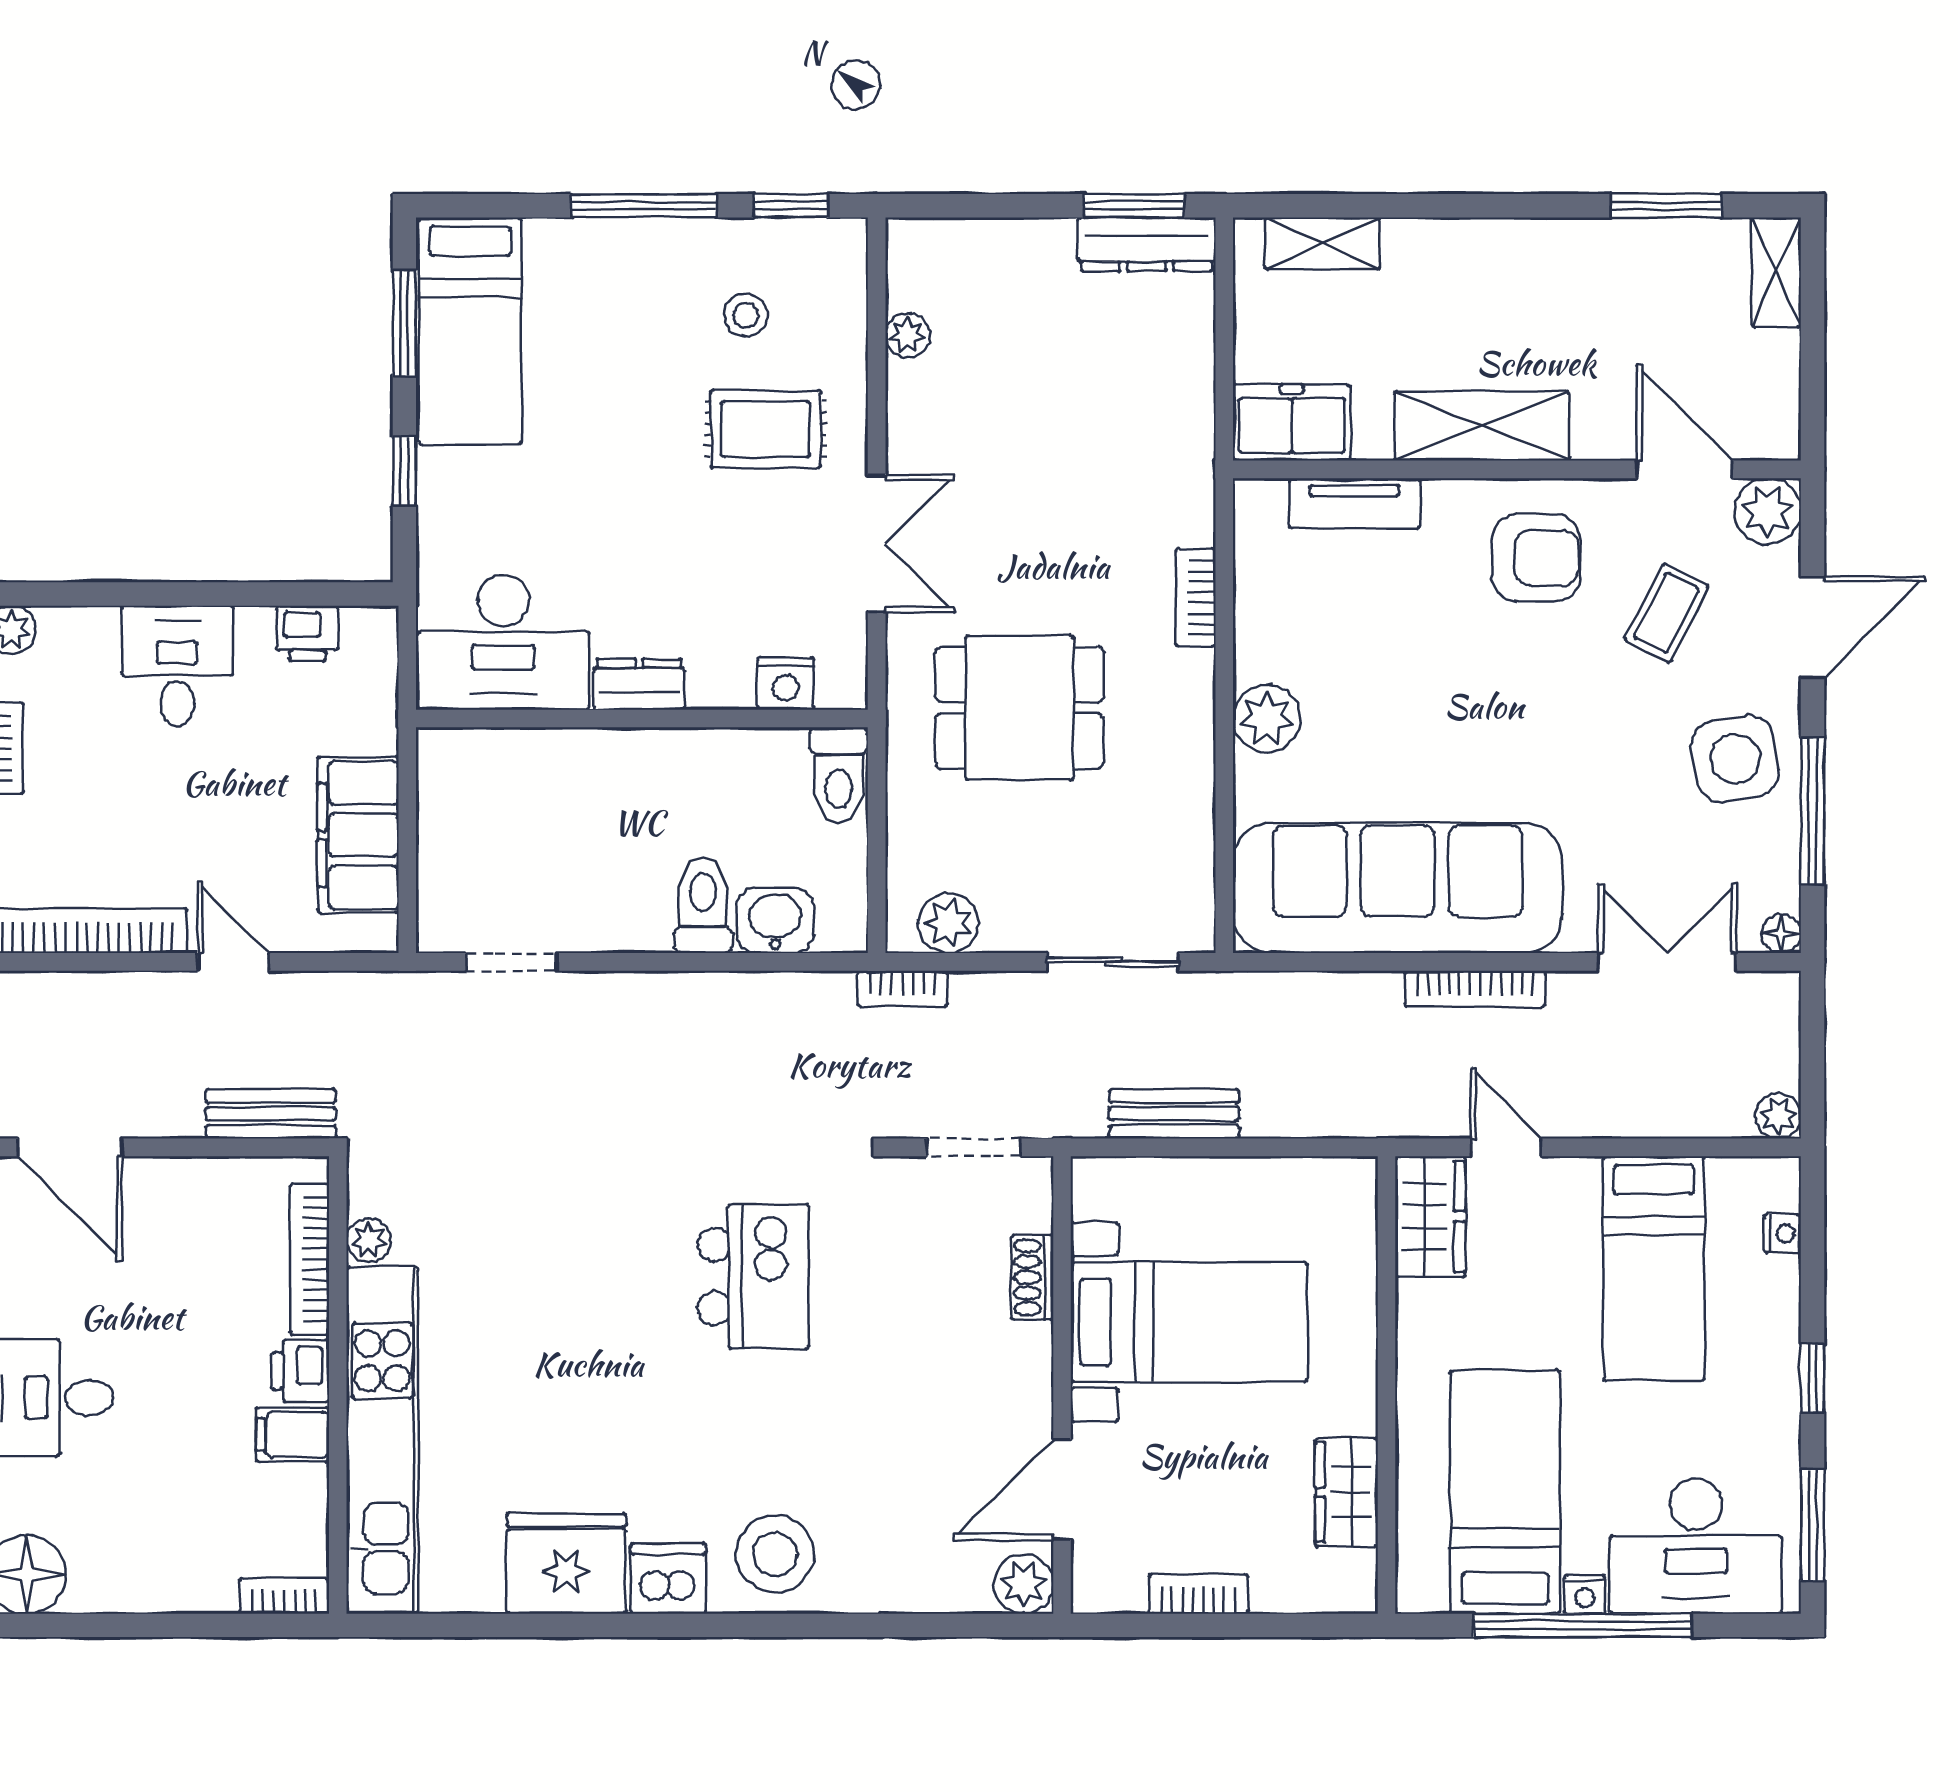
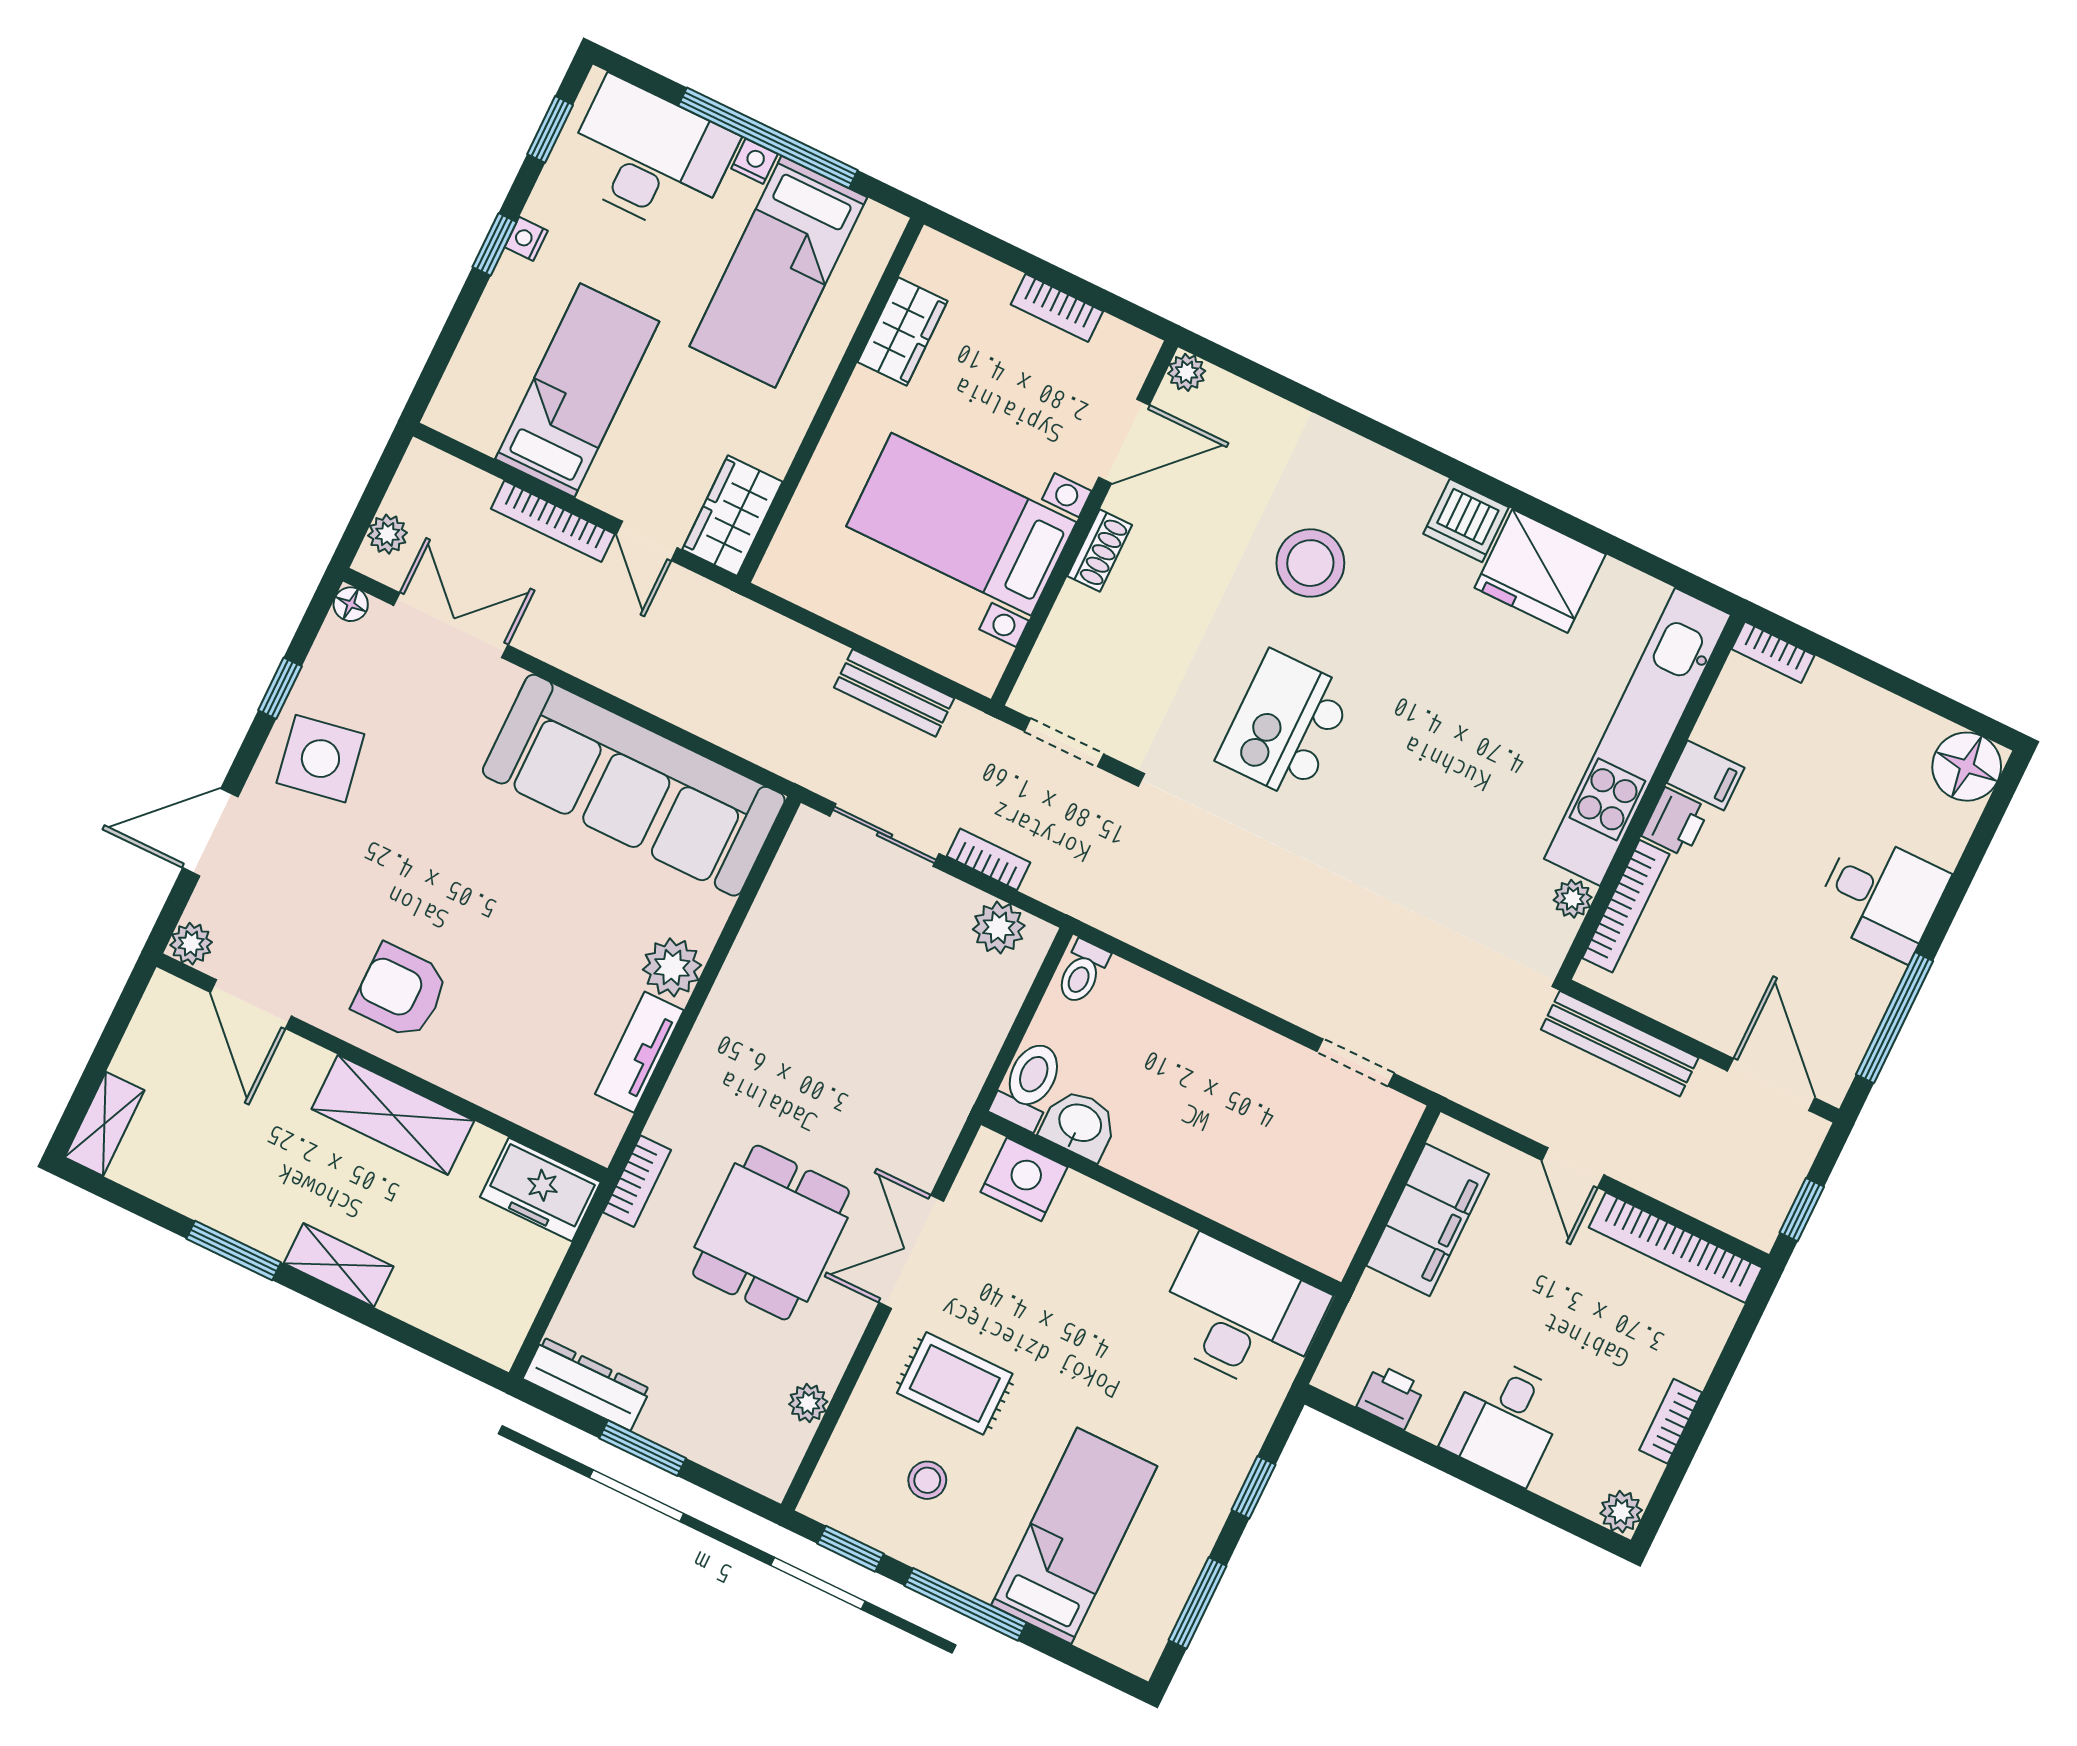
window: (1134, 206) -> (643, 1448), moved
window: (1666, 206) -> (234, 1250), moved
shelving: (1322, 243) -> (339, 1265), moved
bed: (470, 331) -> (1074, 1536), moved
tv unit: (1355, 503) -> (639, 1052), moved, turned -90
plant: (1768, 511) -> (191, 944), width x0.73, depth x0.73
bookcase: (1196, 598) -> (637, 1181), moved
coffee table: (1667, 613) -> (319, 898), removed
dresser: (639, 684) -> (1150, 1232), removed
nightstand: (786, 684) -> (1024, 1179), width x1.36, depth x1.33
dining table: (1019, 708) -> (771, 1233), moved, turned 90
window: (1812, 811) -> (280, 688), width x0.46
toilet: (703, 906) -> (1082, 972), moved, width x0.73, depth x0.72
washbasin: (775, 921) -> (1079, 1124), moved, turned 180
double door: (1667, 962) -> (451, 625), swing flipped
bookcase: (902, 989) -> (988, 859), moved
bookcase: (1475, 989) -> (553, 521), moved, turned 180
bench: (271, 1114) -> (1620, 1044), width x1.36
plant: (1778, 1116) -> (388, 534), moved
nightstand: (1782, 1234) -> (526, 239), moved
shoe rack: (1033, 1277) -> (1100, 550), moved
window: (1812, 1525) -> (550, 129), width x0.67
stool: (775, 1554) -> (1310, 563), moved
plant: (1024, 1584) -> (1187, 372), width x0.73, depth x0.73

